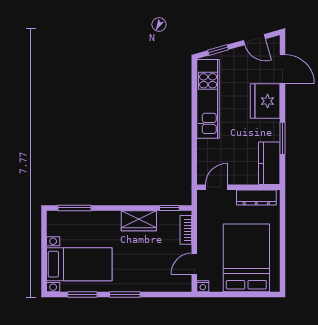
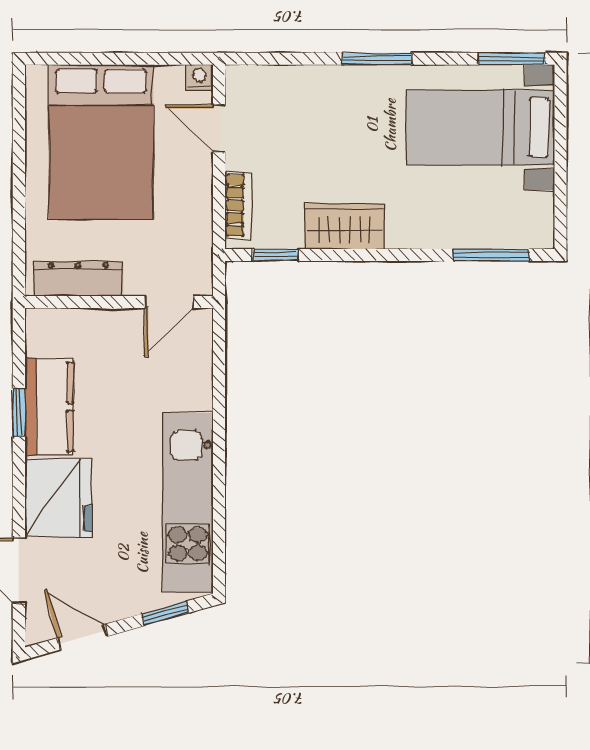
window: (282, 138) -> (19, 413), width x0.67
kitchen counter: (269, 163) -> (49, 407), moved
door: (194, 264) -> (219, 129), swing flipped
window: (82, 294) -> (512, 59), moved

